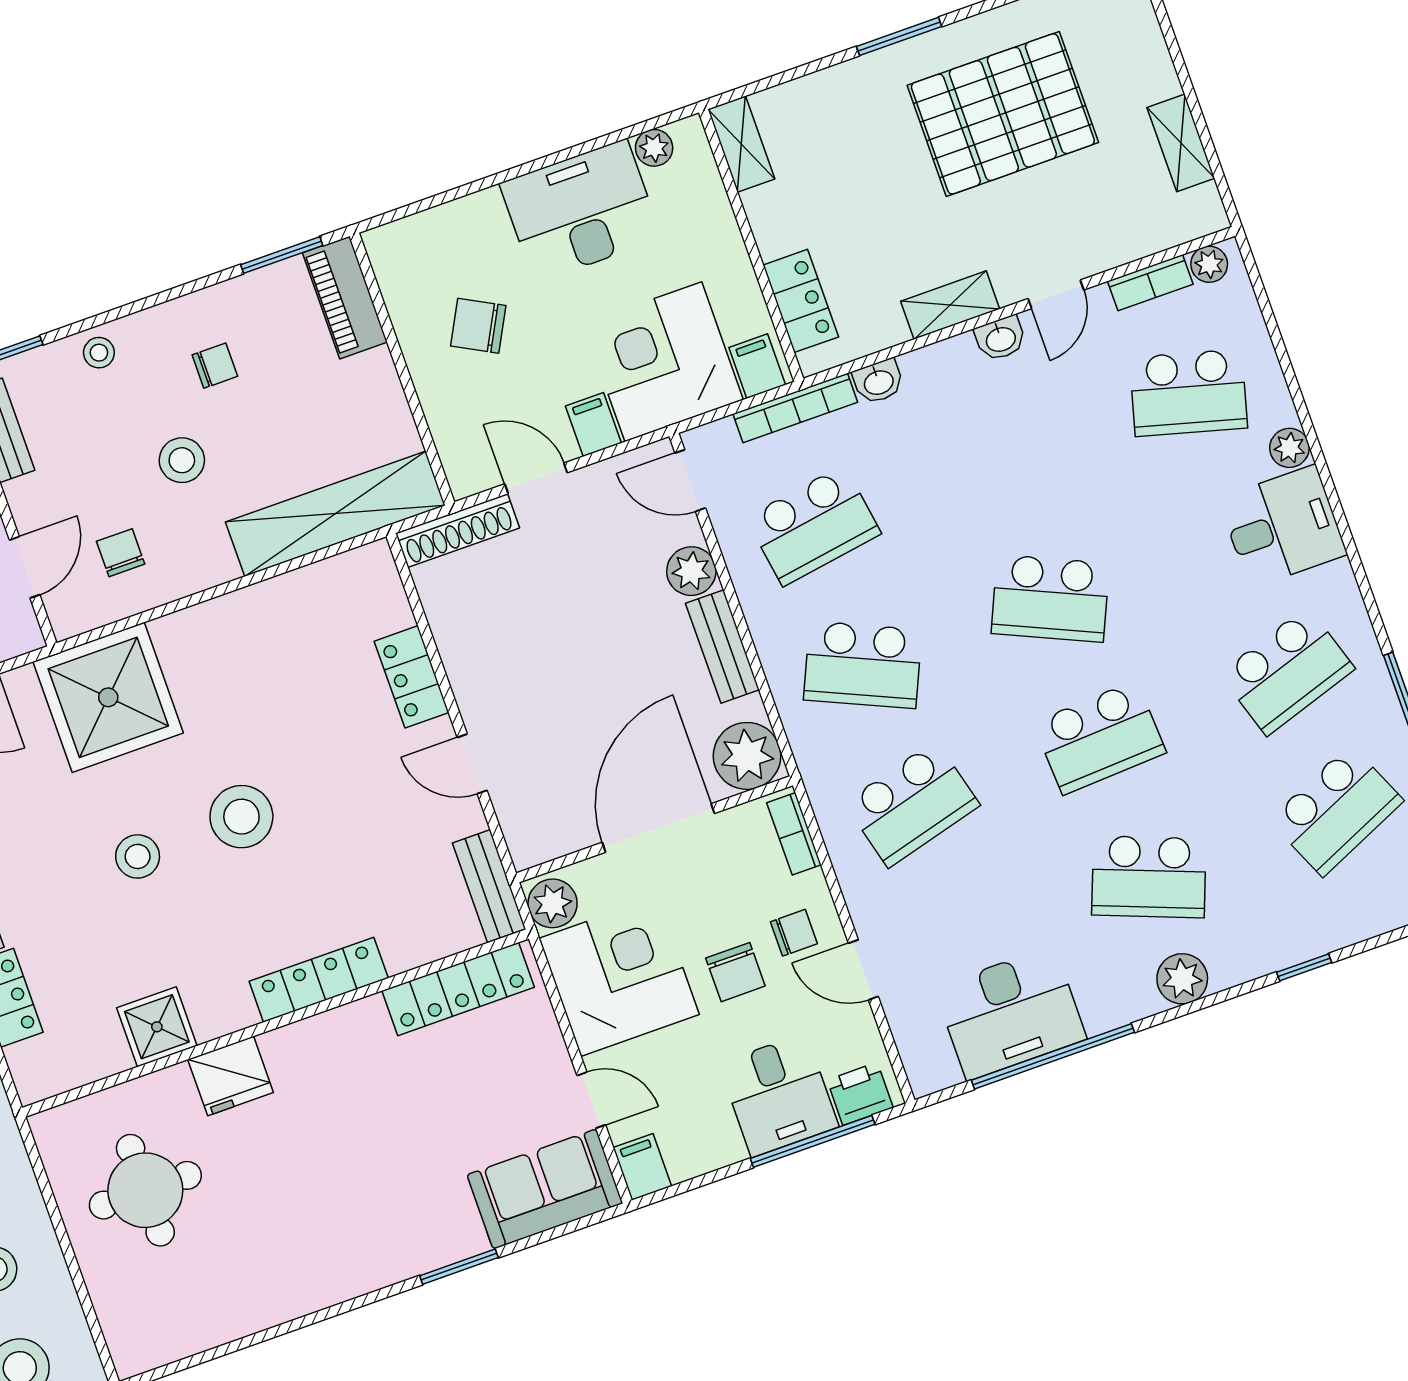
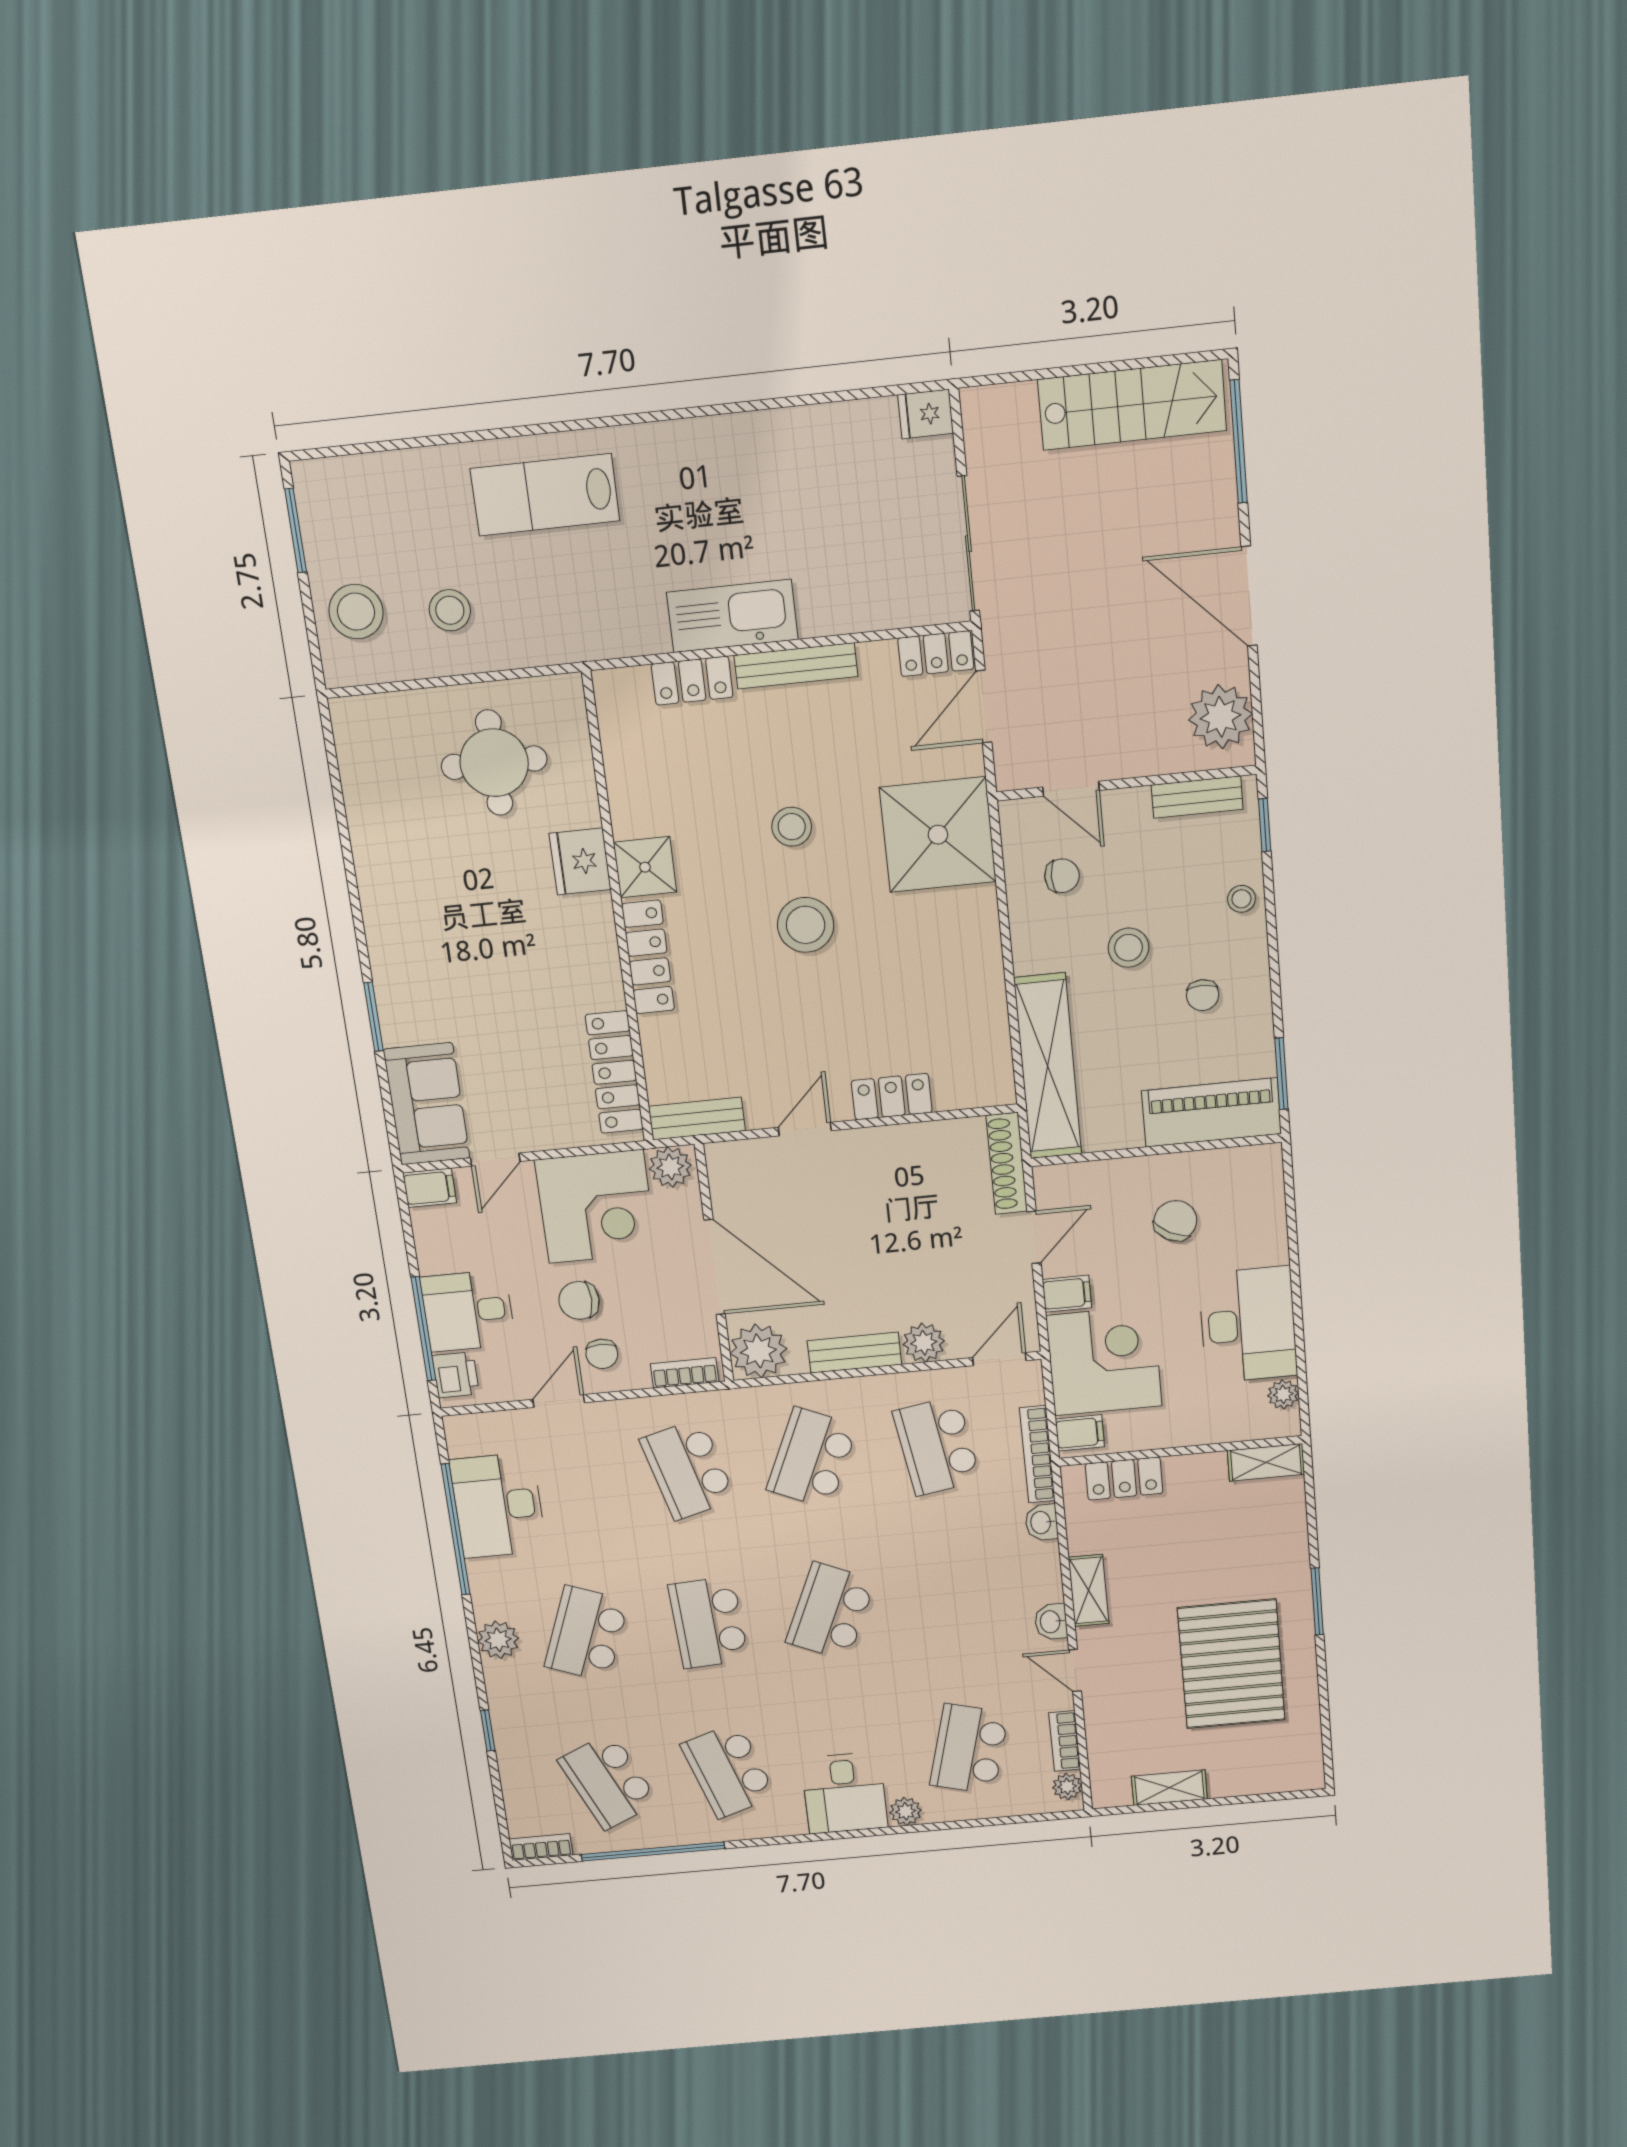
piano: (345, 297) -> (1212, 1112), width x1.37, depth x1.33
shower: (157, 1027) -> (645, 867), moved

